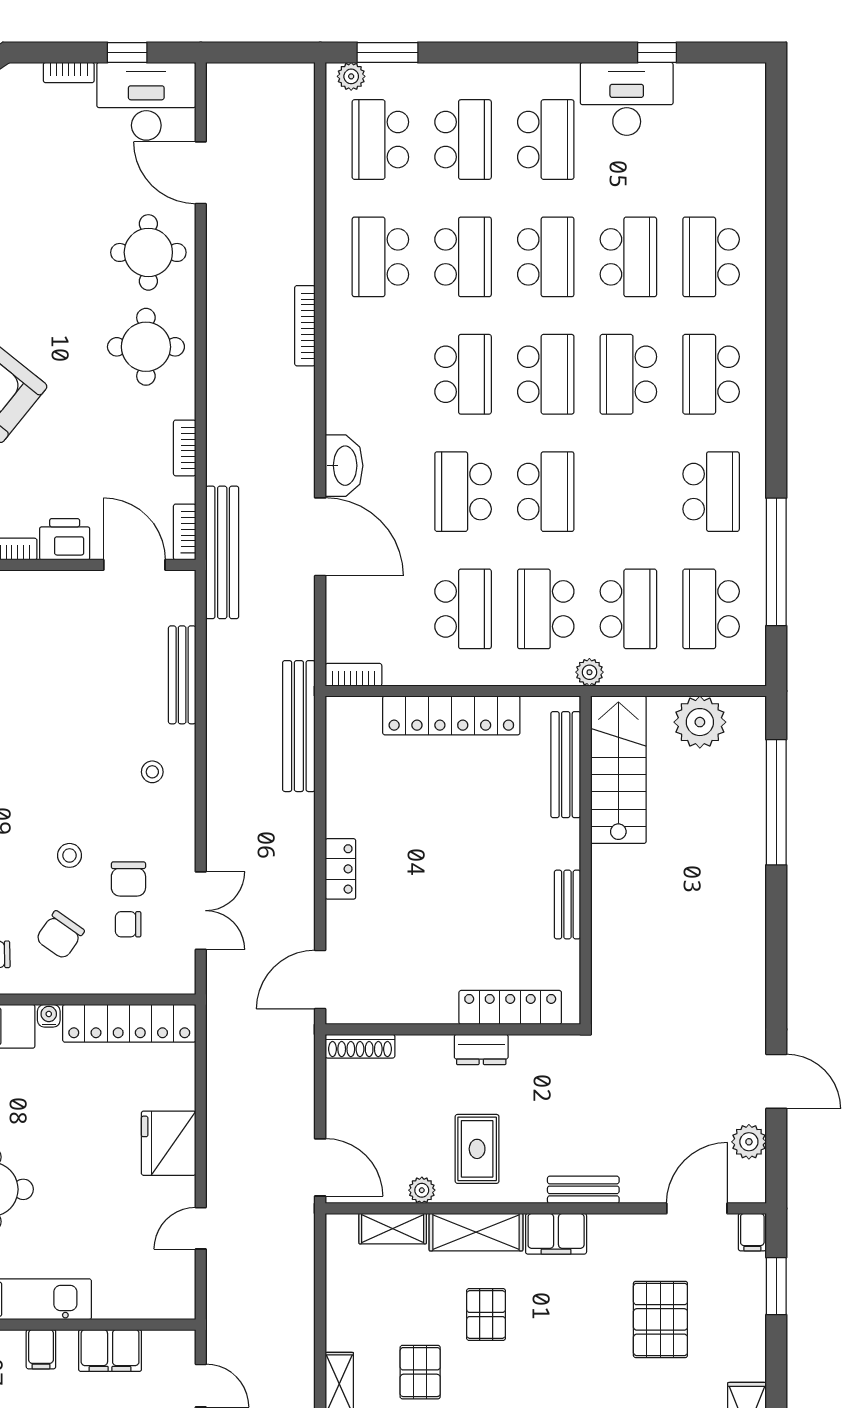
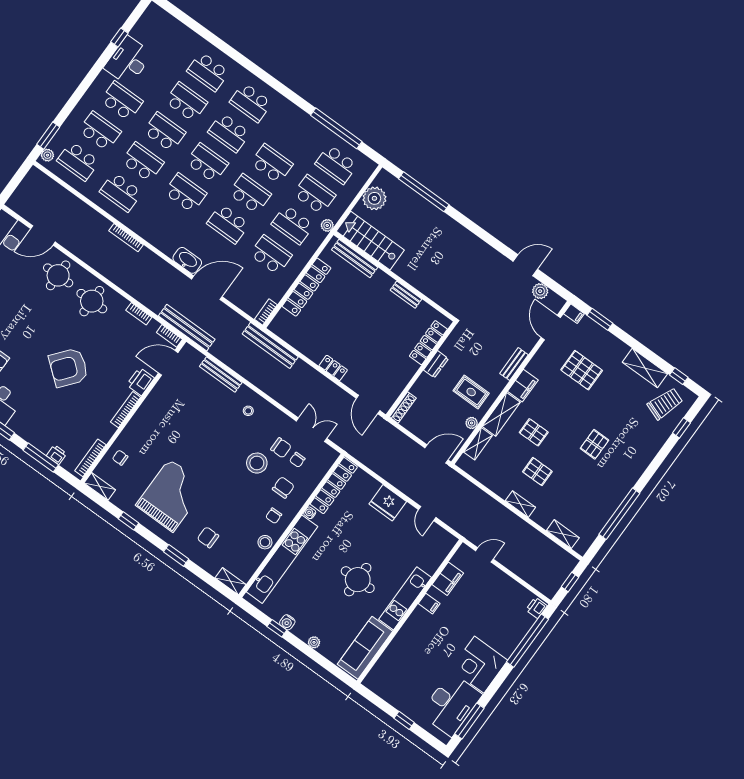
school desk: (711, 492) -> (272, 164), moved
stool: (69, 855) -> (257, 463), width x1.89, depth x1.89
chair: (60, 935) -> (283, 487), turned -125

